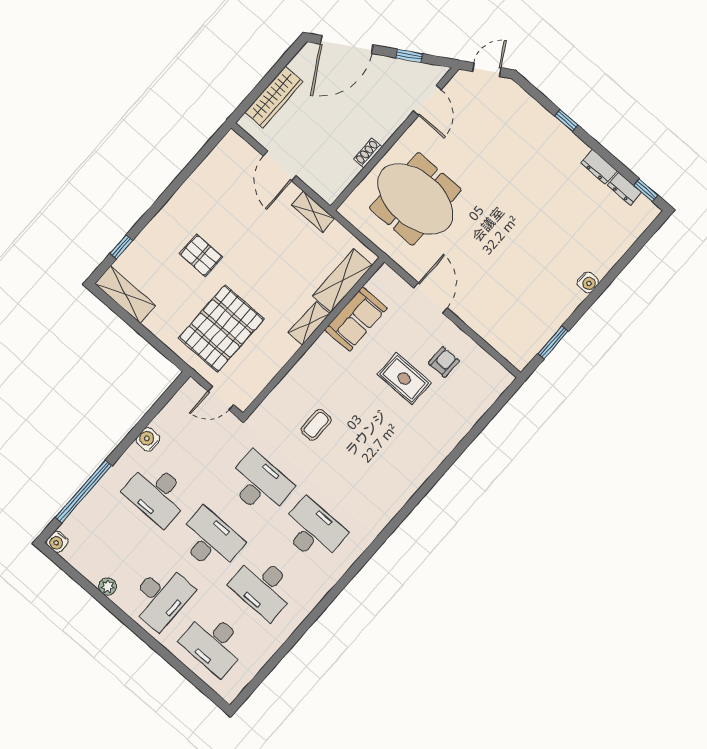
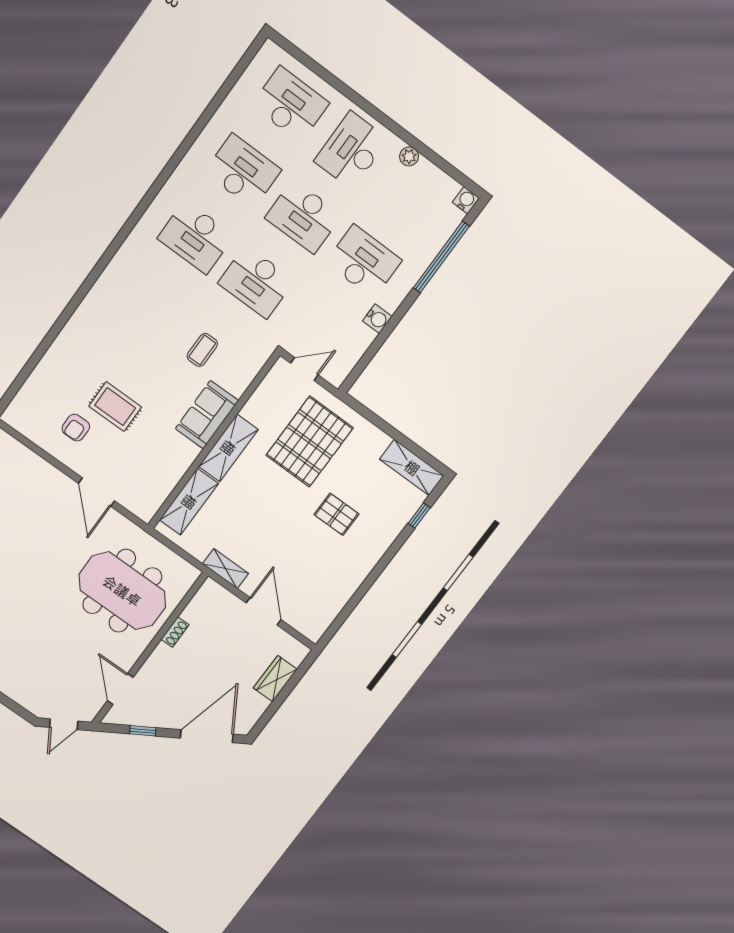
wardrobe: (274, 97) -> (275, 679), width x0.67
sofa: (356, 319) -> (207, 415), moved
shelving: (309, 323) -> (228, 448), width x1.50, depth x1.33

